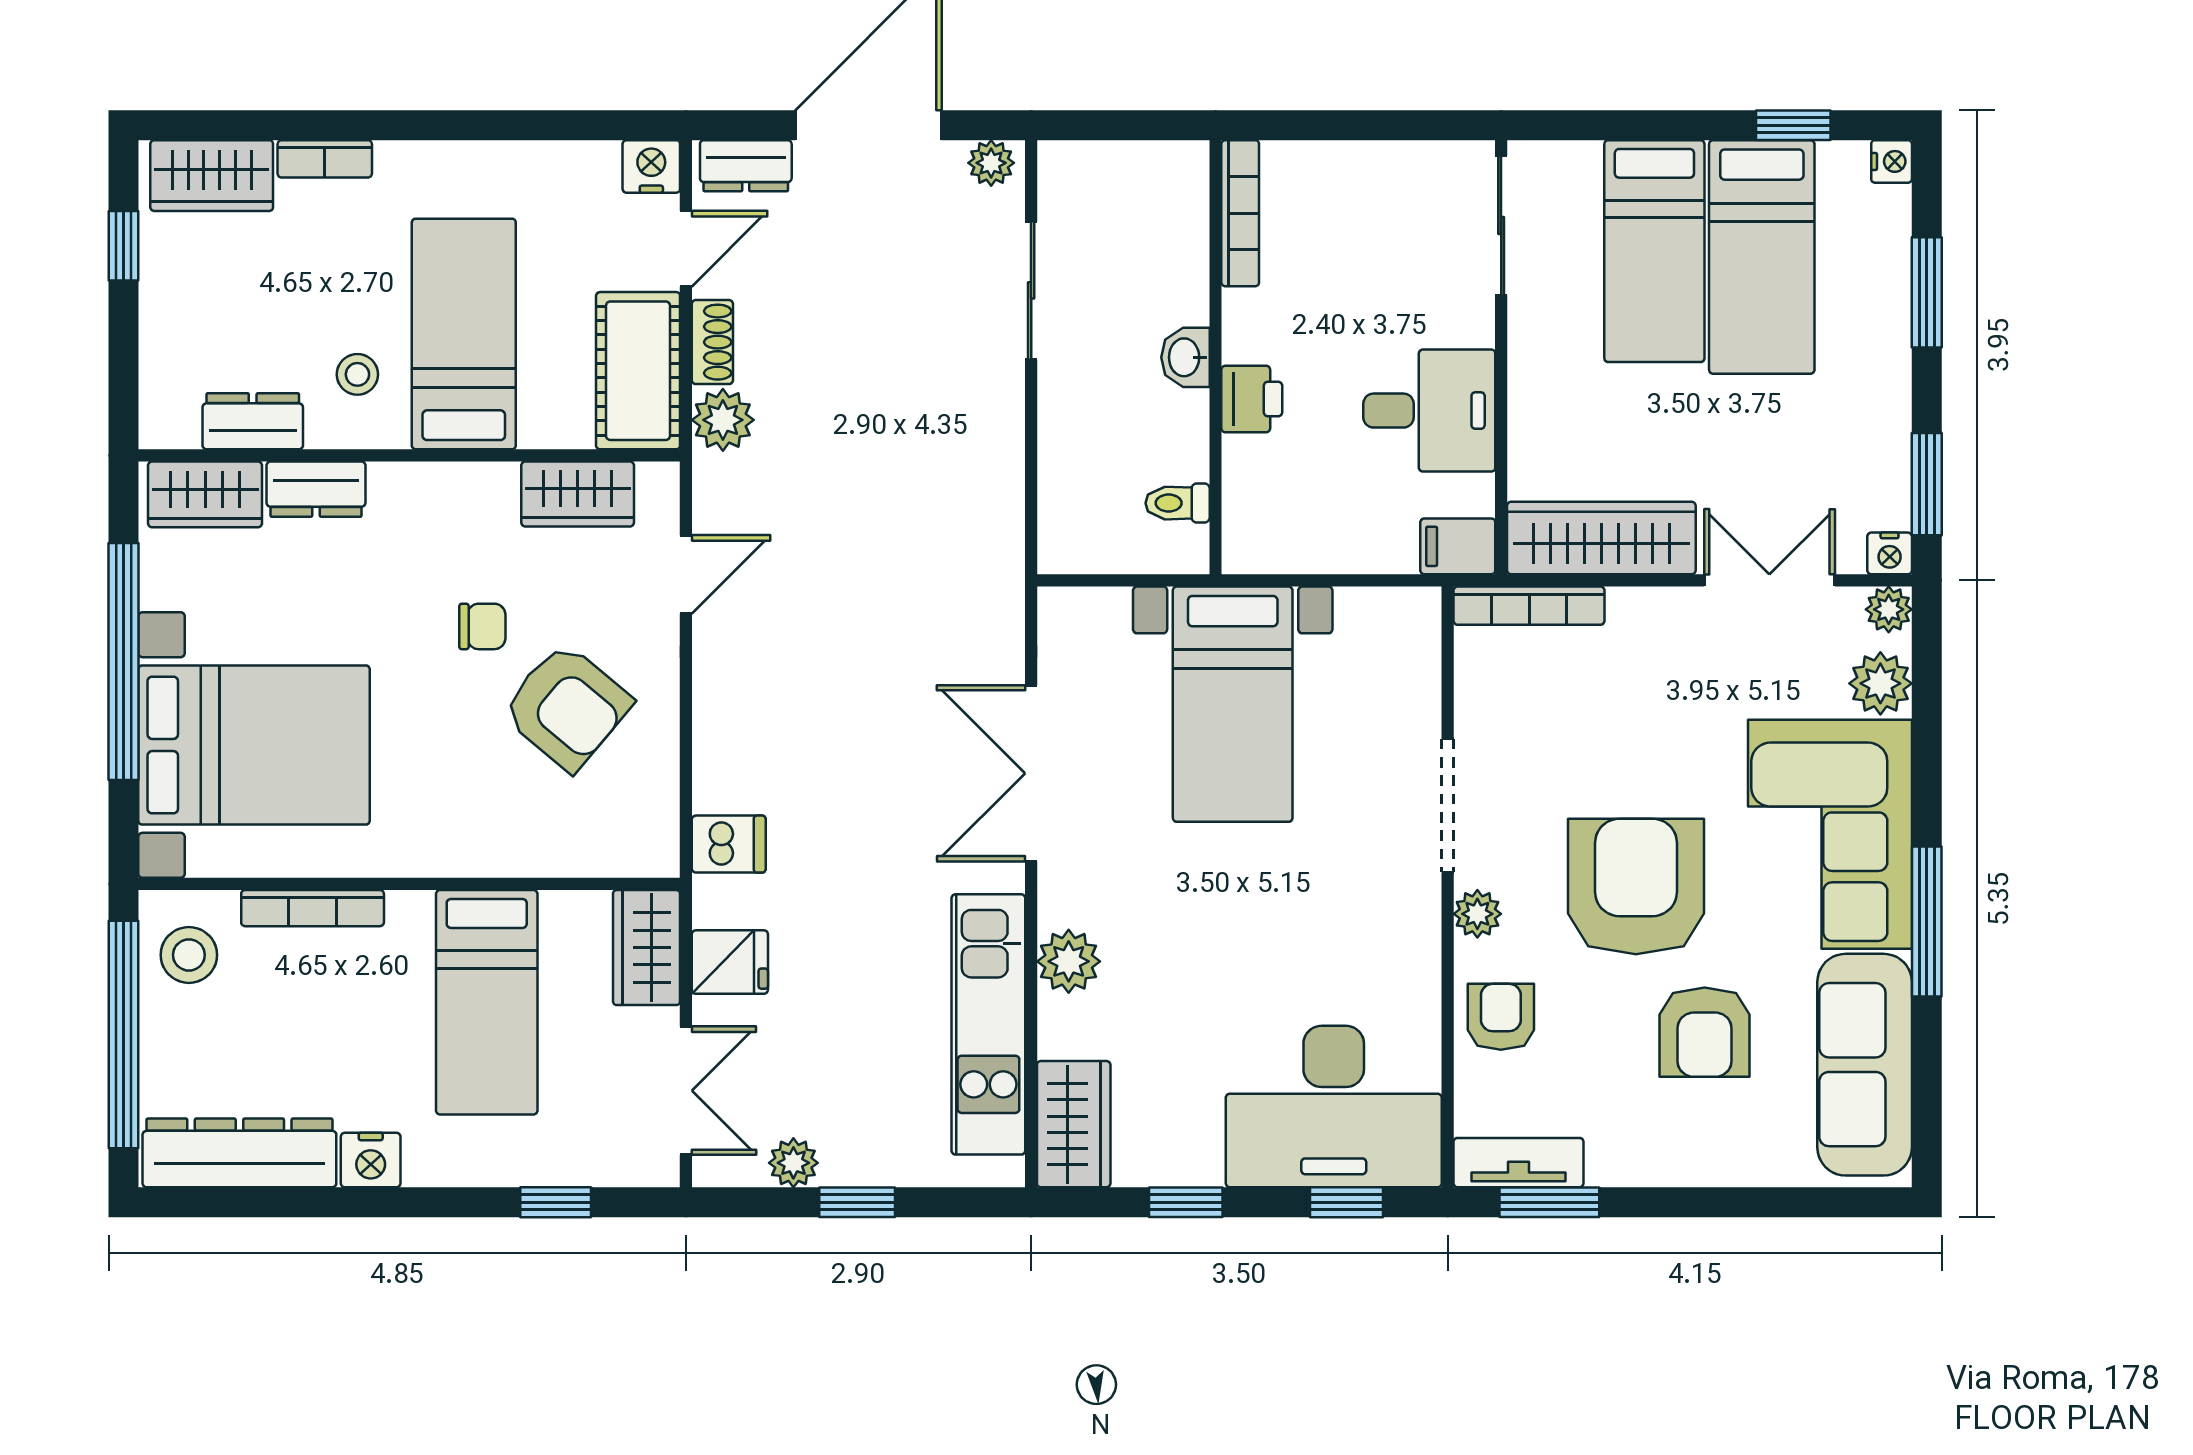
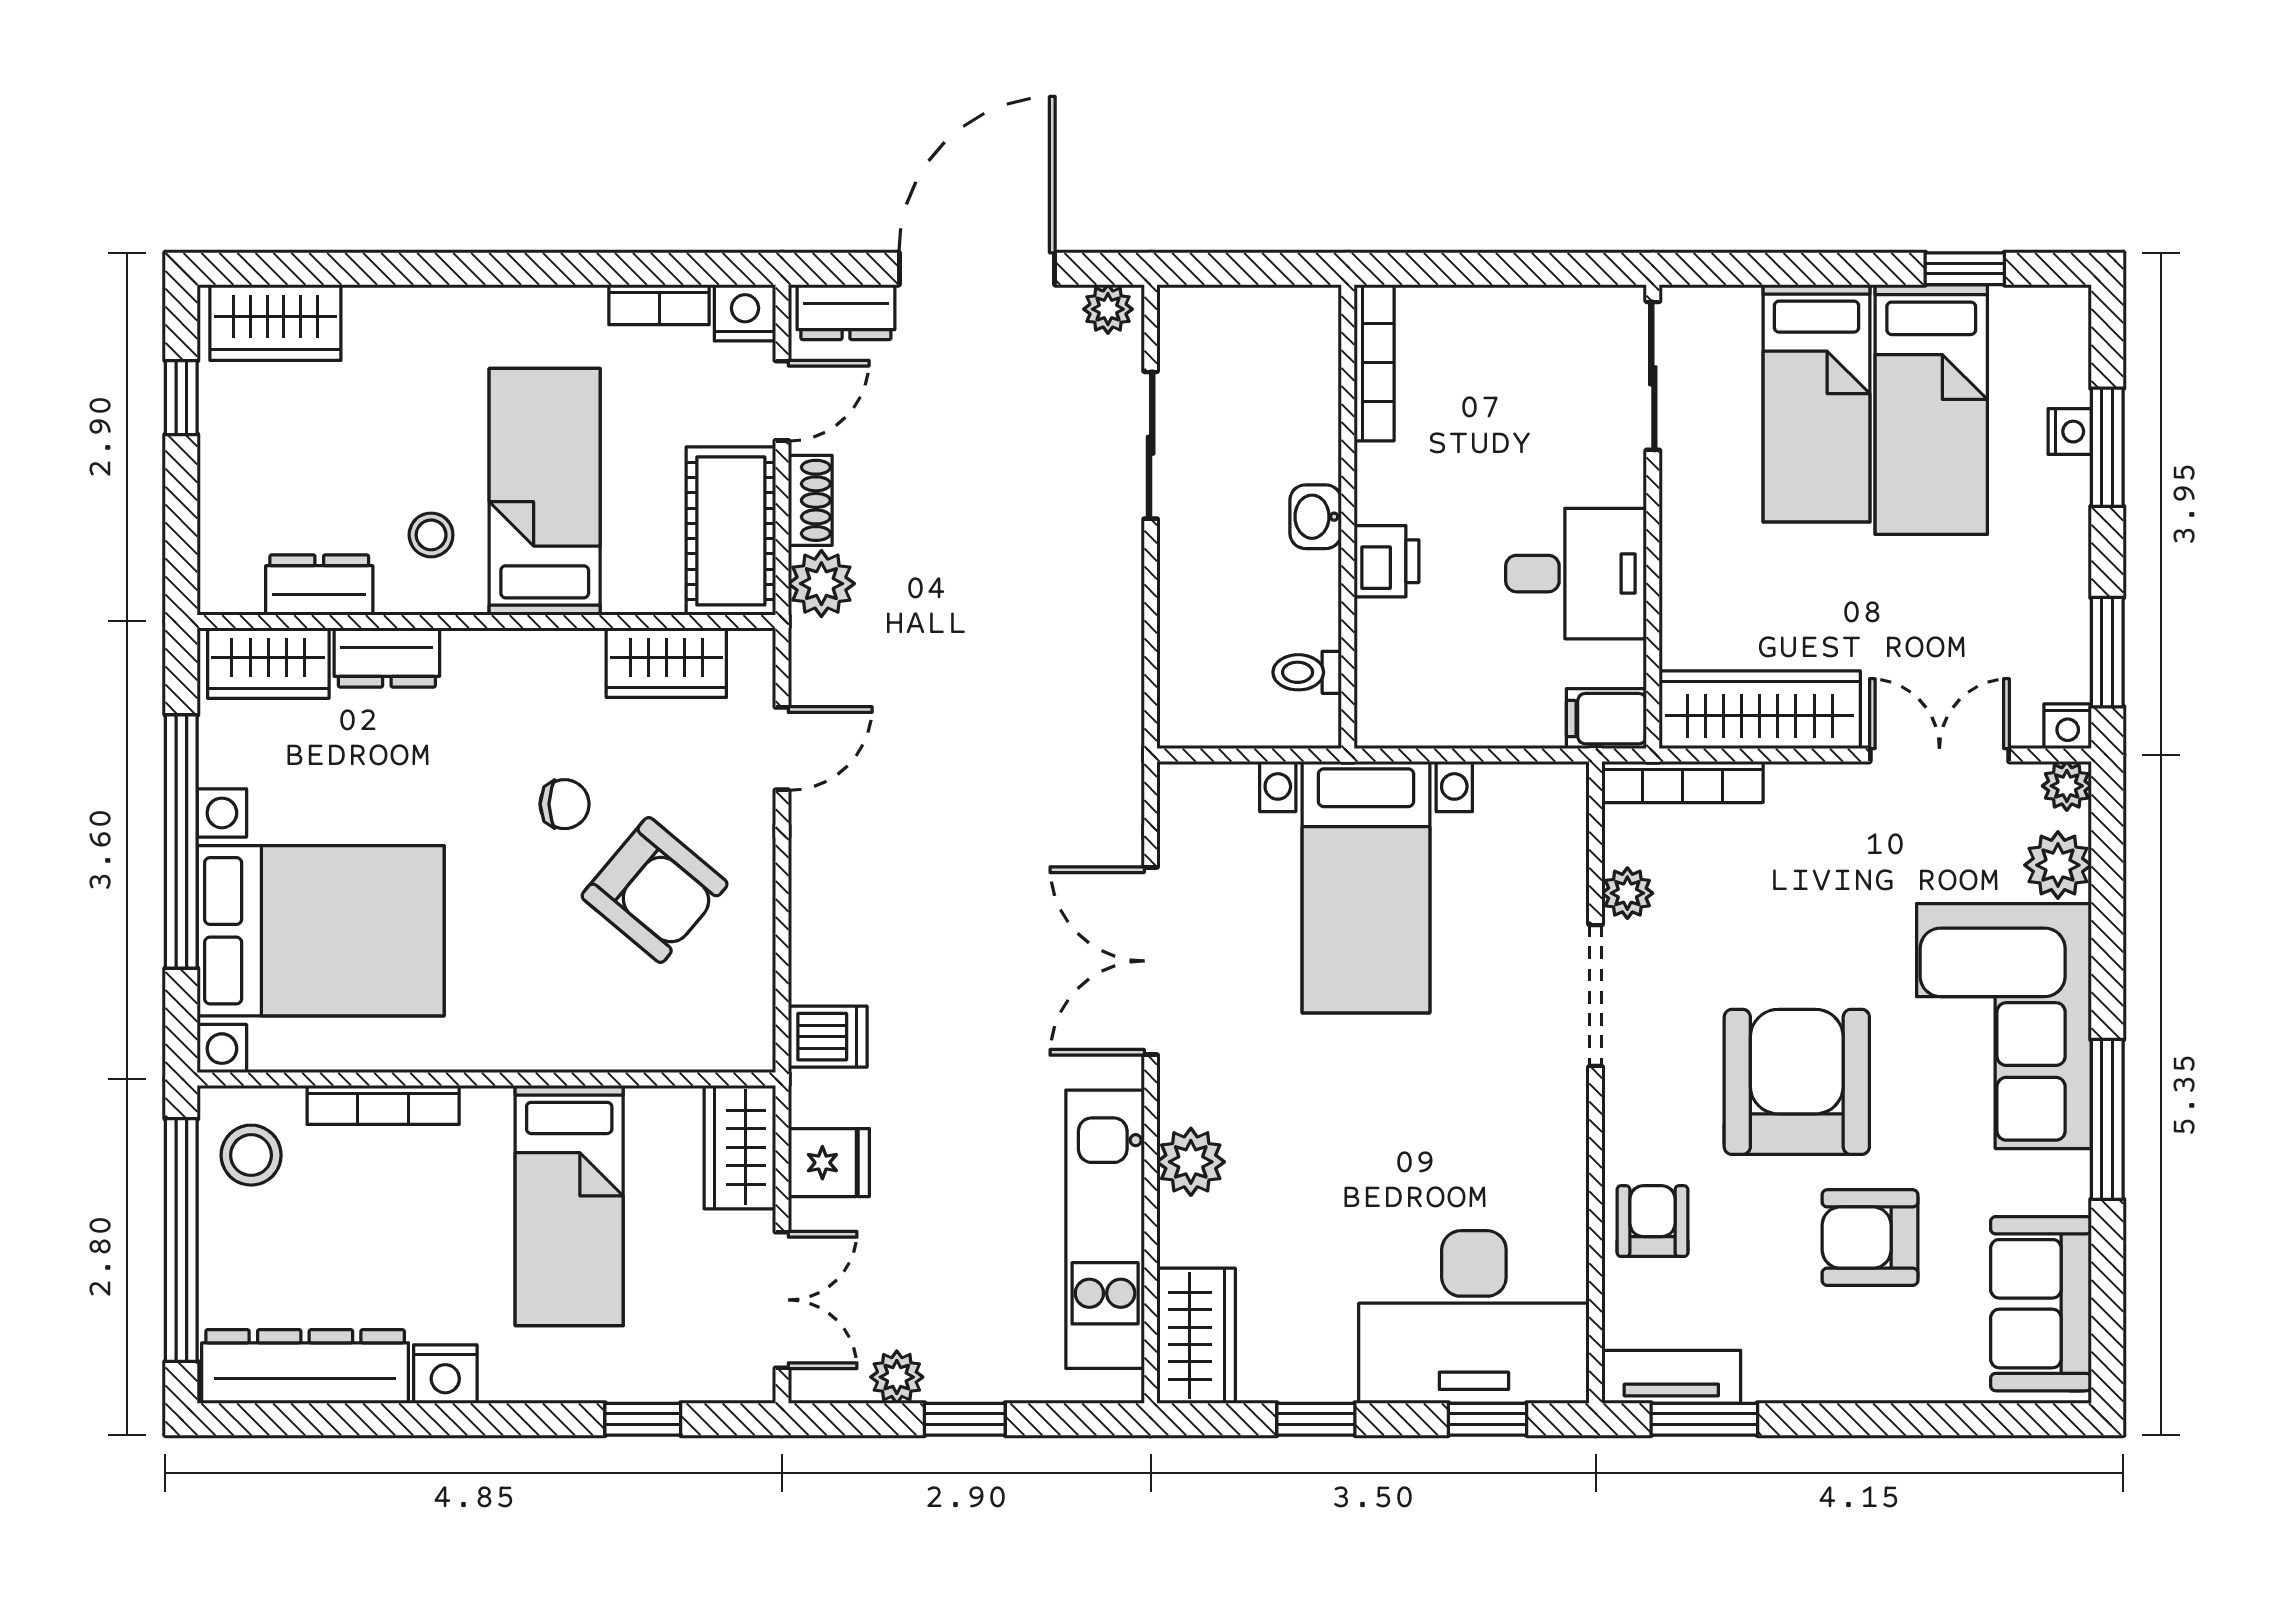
bookcase: (325, 159) -> (659, 305), moved
nightstand: (1892, 161) -> (2070, 432), moved
plant: (1477, 914) -> (1627, 893), moved
armchair: (1705, 1032) -> (1870, 1238), turned 90
sofa: (1865, 1065) -> (2041, 1304), width x0.73

